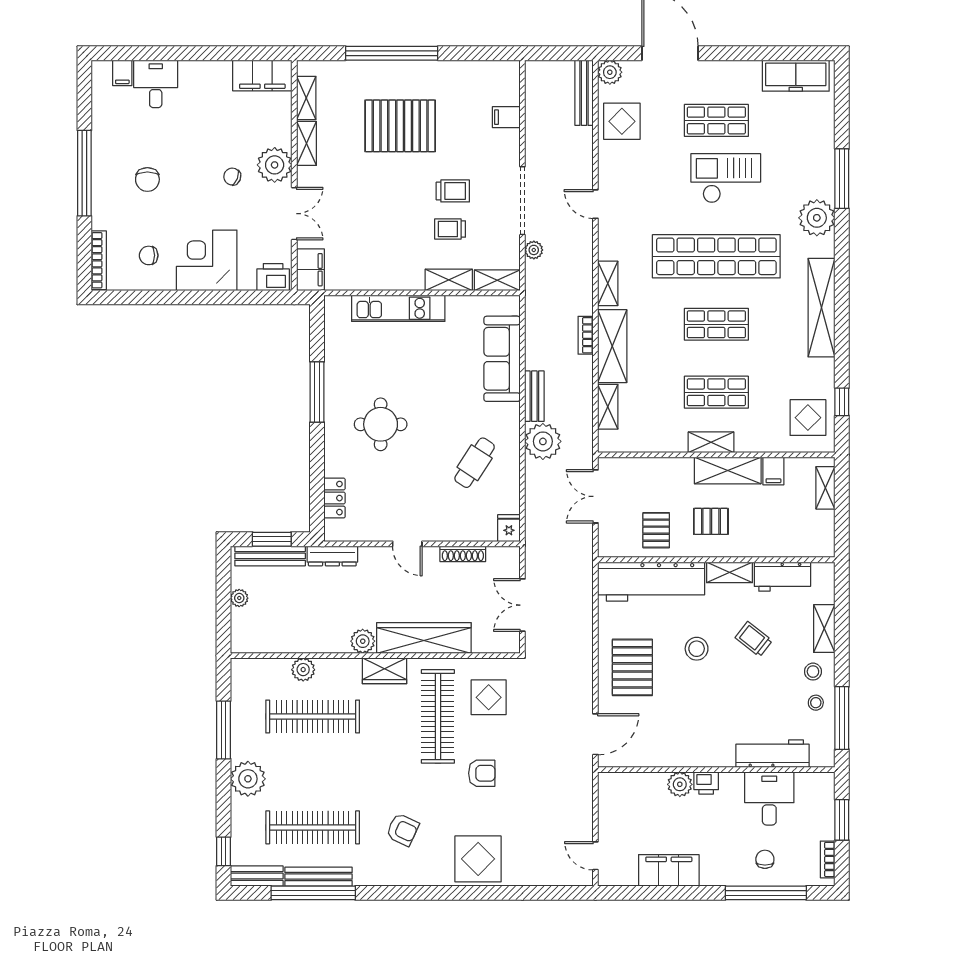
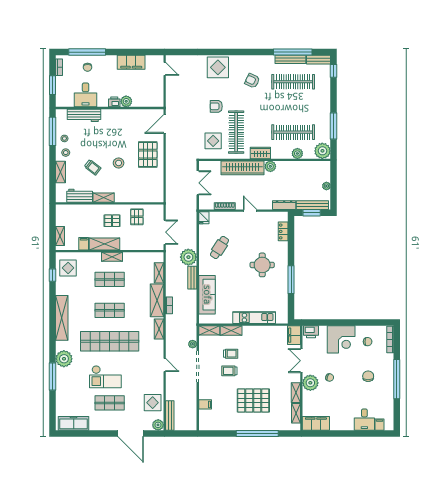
workbench: (651, 582) -> (139, 193), removed
plant: (248, 779) -> (322, 151), moved

